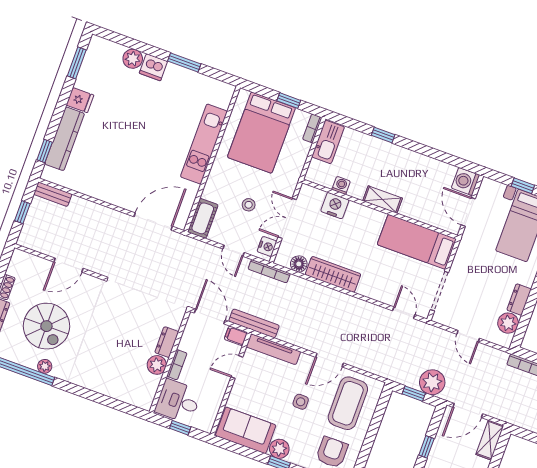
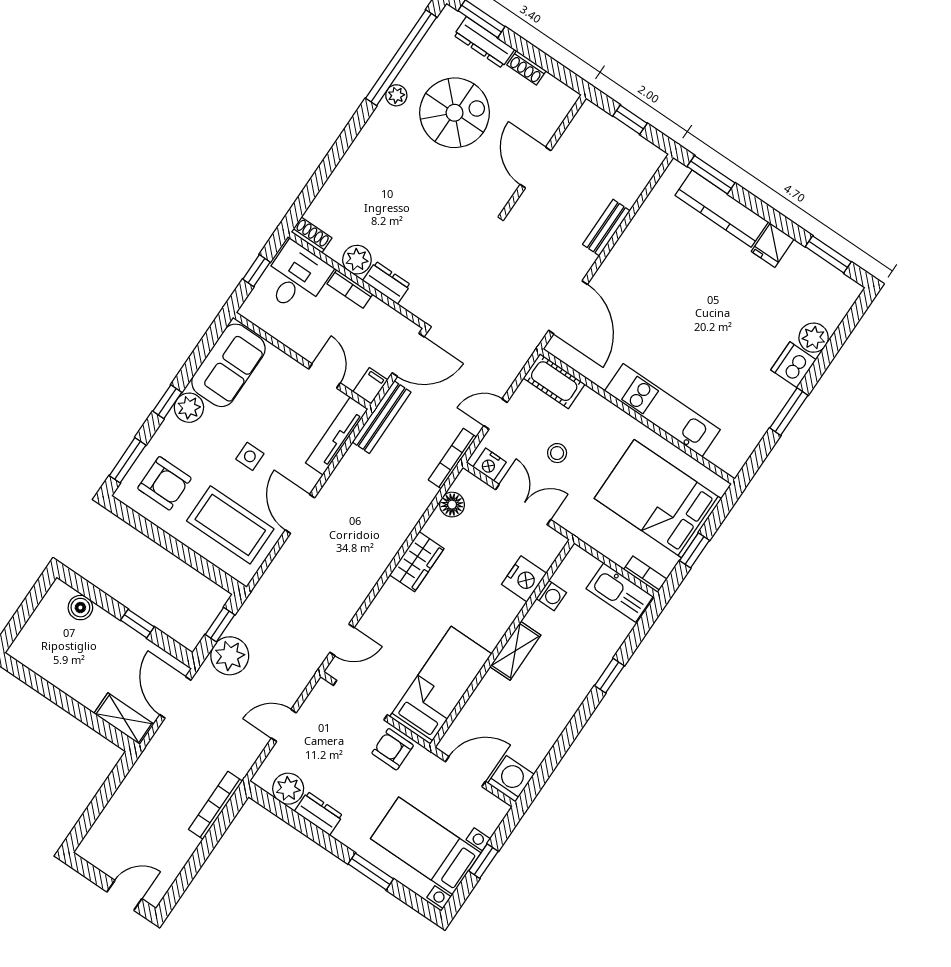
window: (45, 151) -> (711, 175), width x1.50
bench: (53, 194) -> (606, 228), moved
armchair: (466, 262) -> (393, 749), added
wardrobe: (333, 274) -> (417, 562), width x0.67
spiral stairs: (46, 326) -> (455, 113), turned 180
shoe rack: (148, 398) -> (311, 235), added

